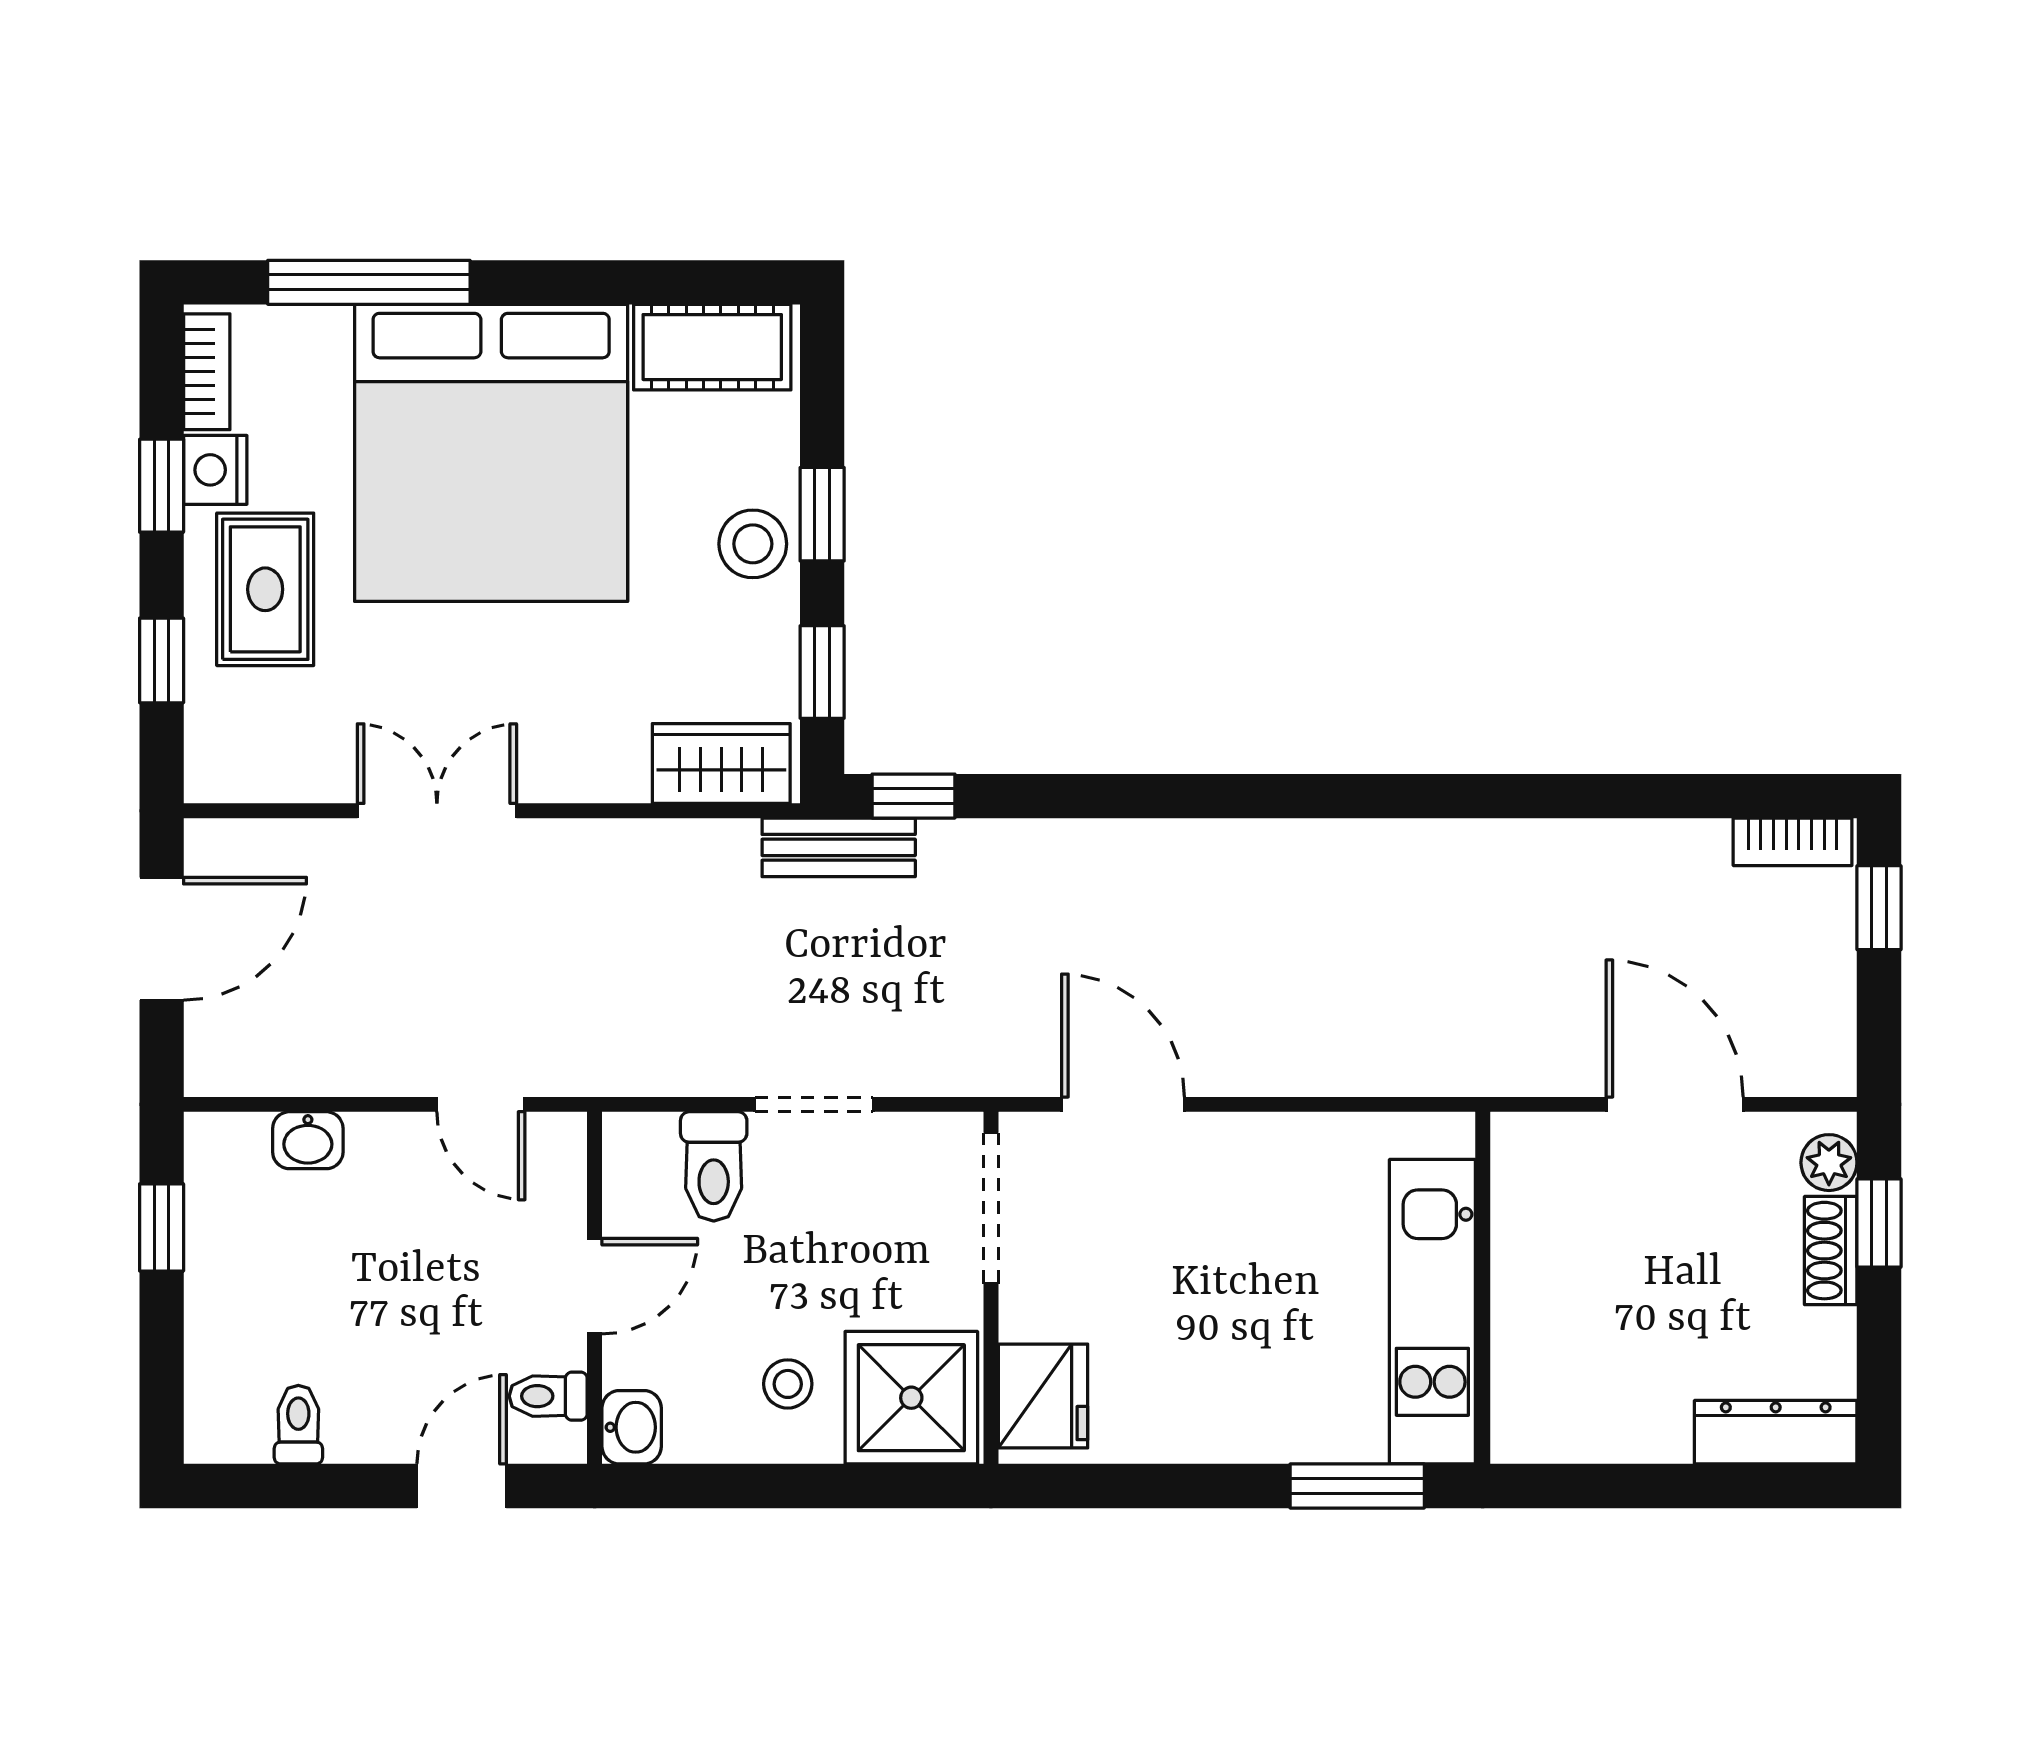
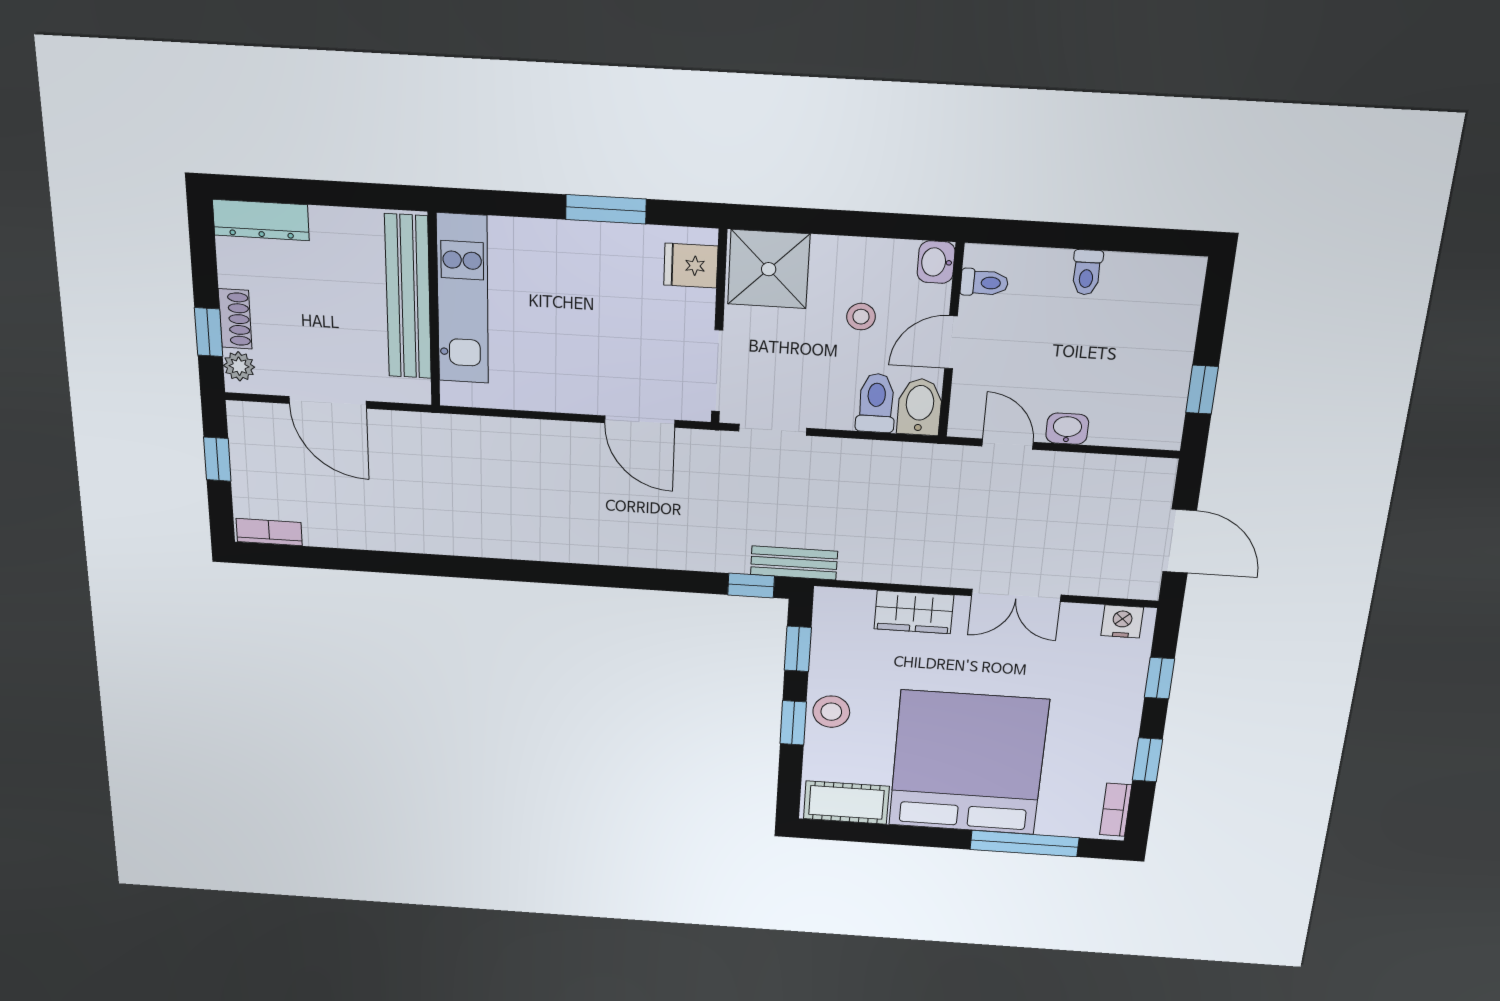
nightstand: (215, 470) -> (1122, 621), moved, turned -90
rug: (265, 589) -> (1098, 708), removed
wardrobe: (721, 763) -> (914, 612), moved
window: (1879, 908) -> (217, 459), moved
door: (162, 939) -> (1180, 541), swing flipped
doorway: (814, 1104) -> (773, 430), moved
washbasin: (308, 1140) -> (1067, 429), moved
bidet: (638, 1164) -> (920, 407), added
bench: (1527, 1309) -> (408, 297), added
stool: (788, 1384) -> (861, 317), moved
fridge: (1043, 1396) -> (691, 266), width x0.72
toilet: (298, 1425) -> (1087, 272), moved
door: (462, 1486) -> (1041, 234), removed
window: (1357, 1486) -> (606, 209), moved

